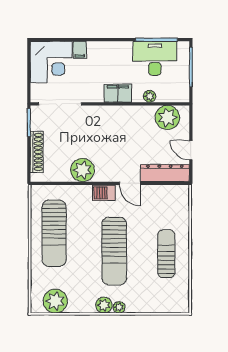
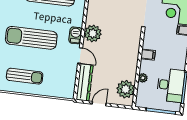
filing cabinet: (118, 93) -> (148, 55), width x0.50
plant: (83, 170) -> (93, 33), moved
door: (130, 183) -> (80, 55), swing flipped

